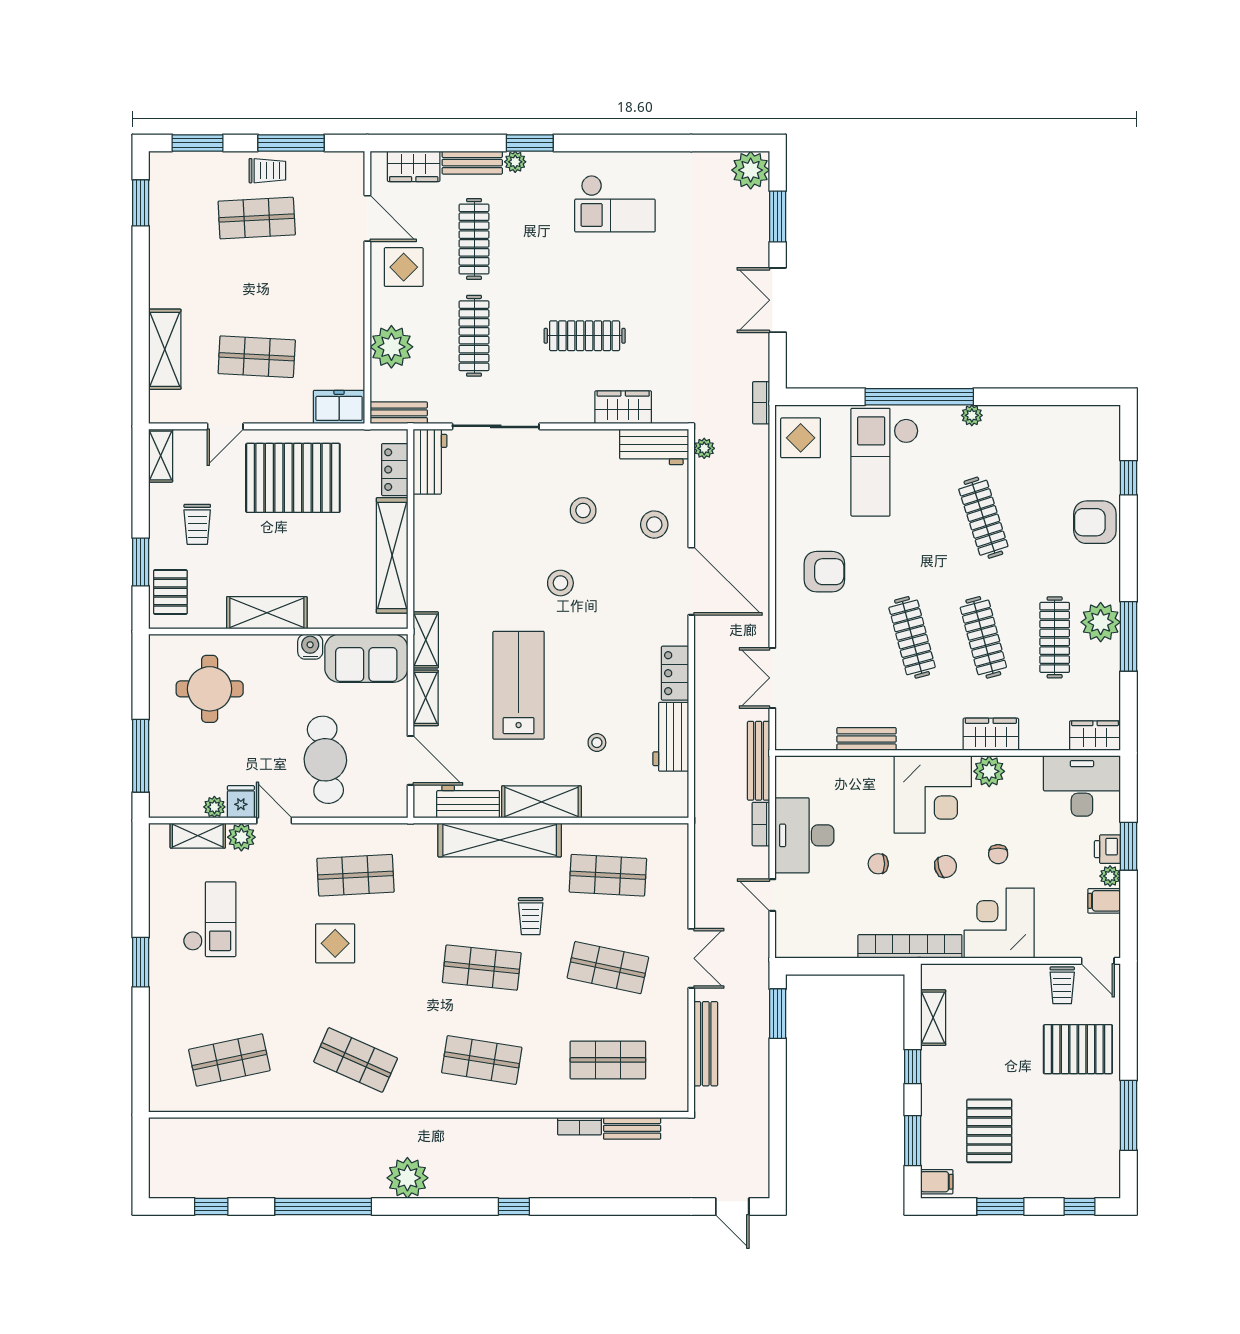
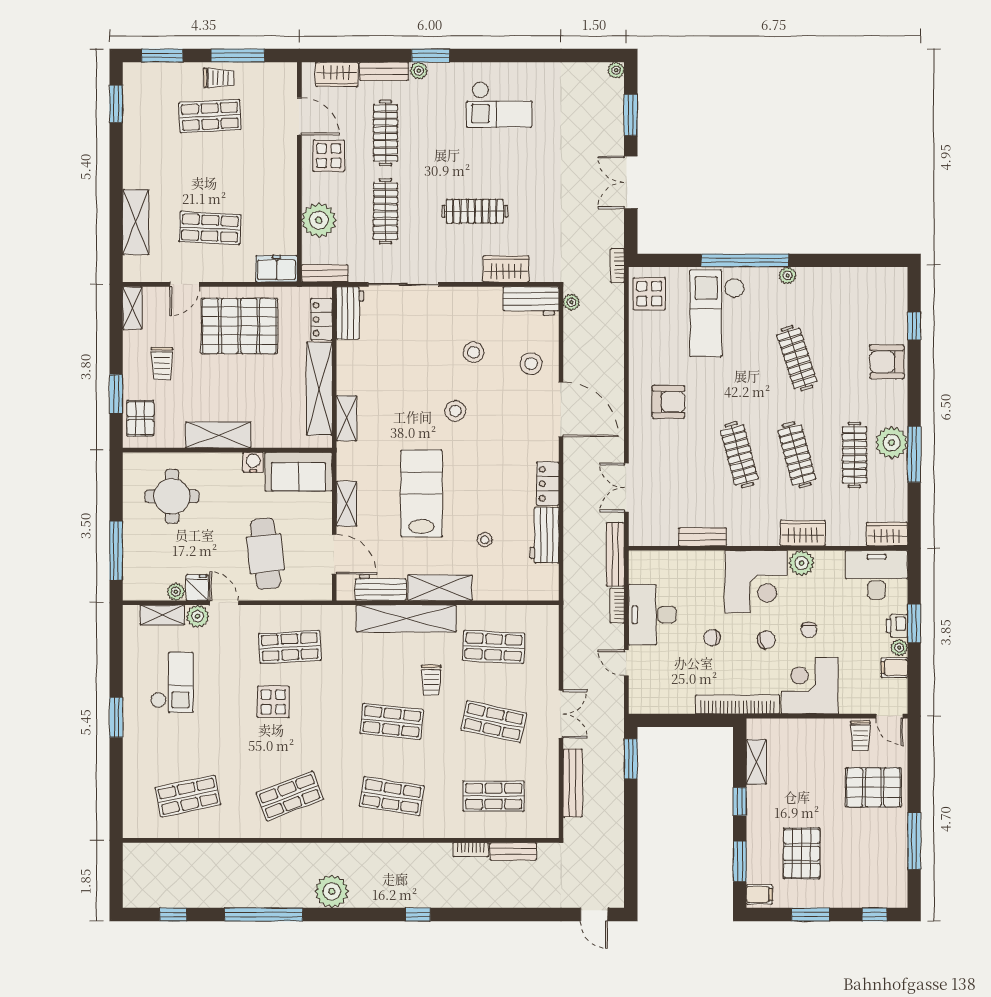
plant: (751, 170) -> (616, 70), width x0.53, depth x0.53
shelving: (426, 640) -> (347, 418), moved
shop shelf: (356, 1060) -> (290, 796), turned -45

